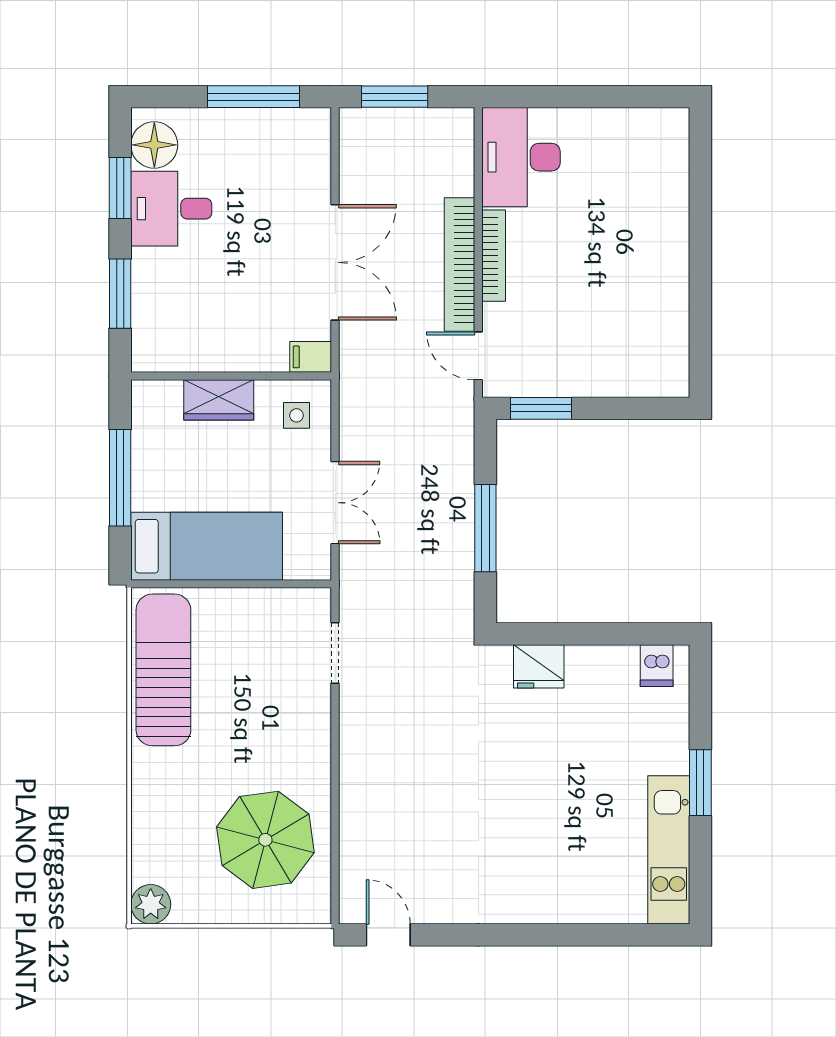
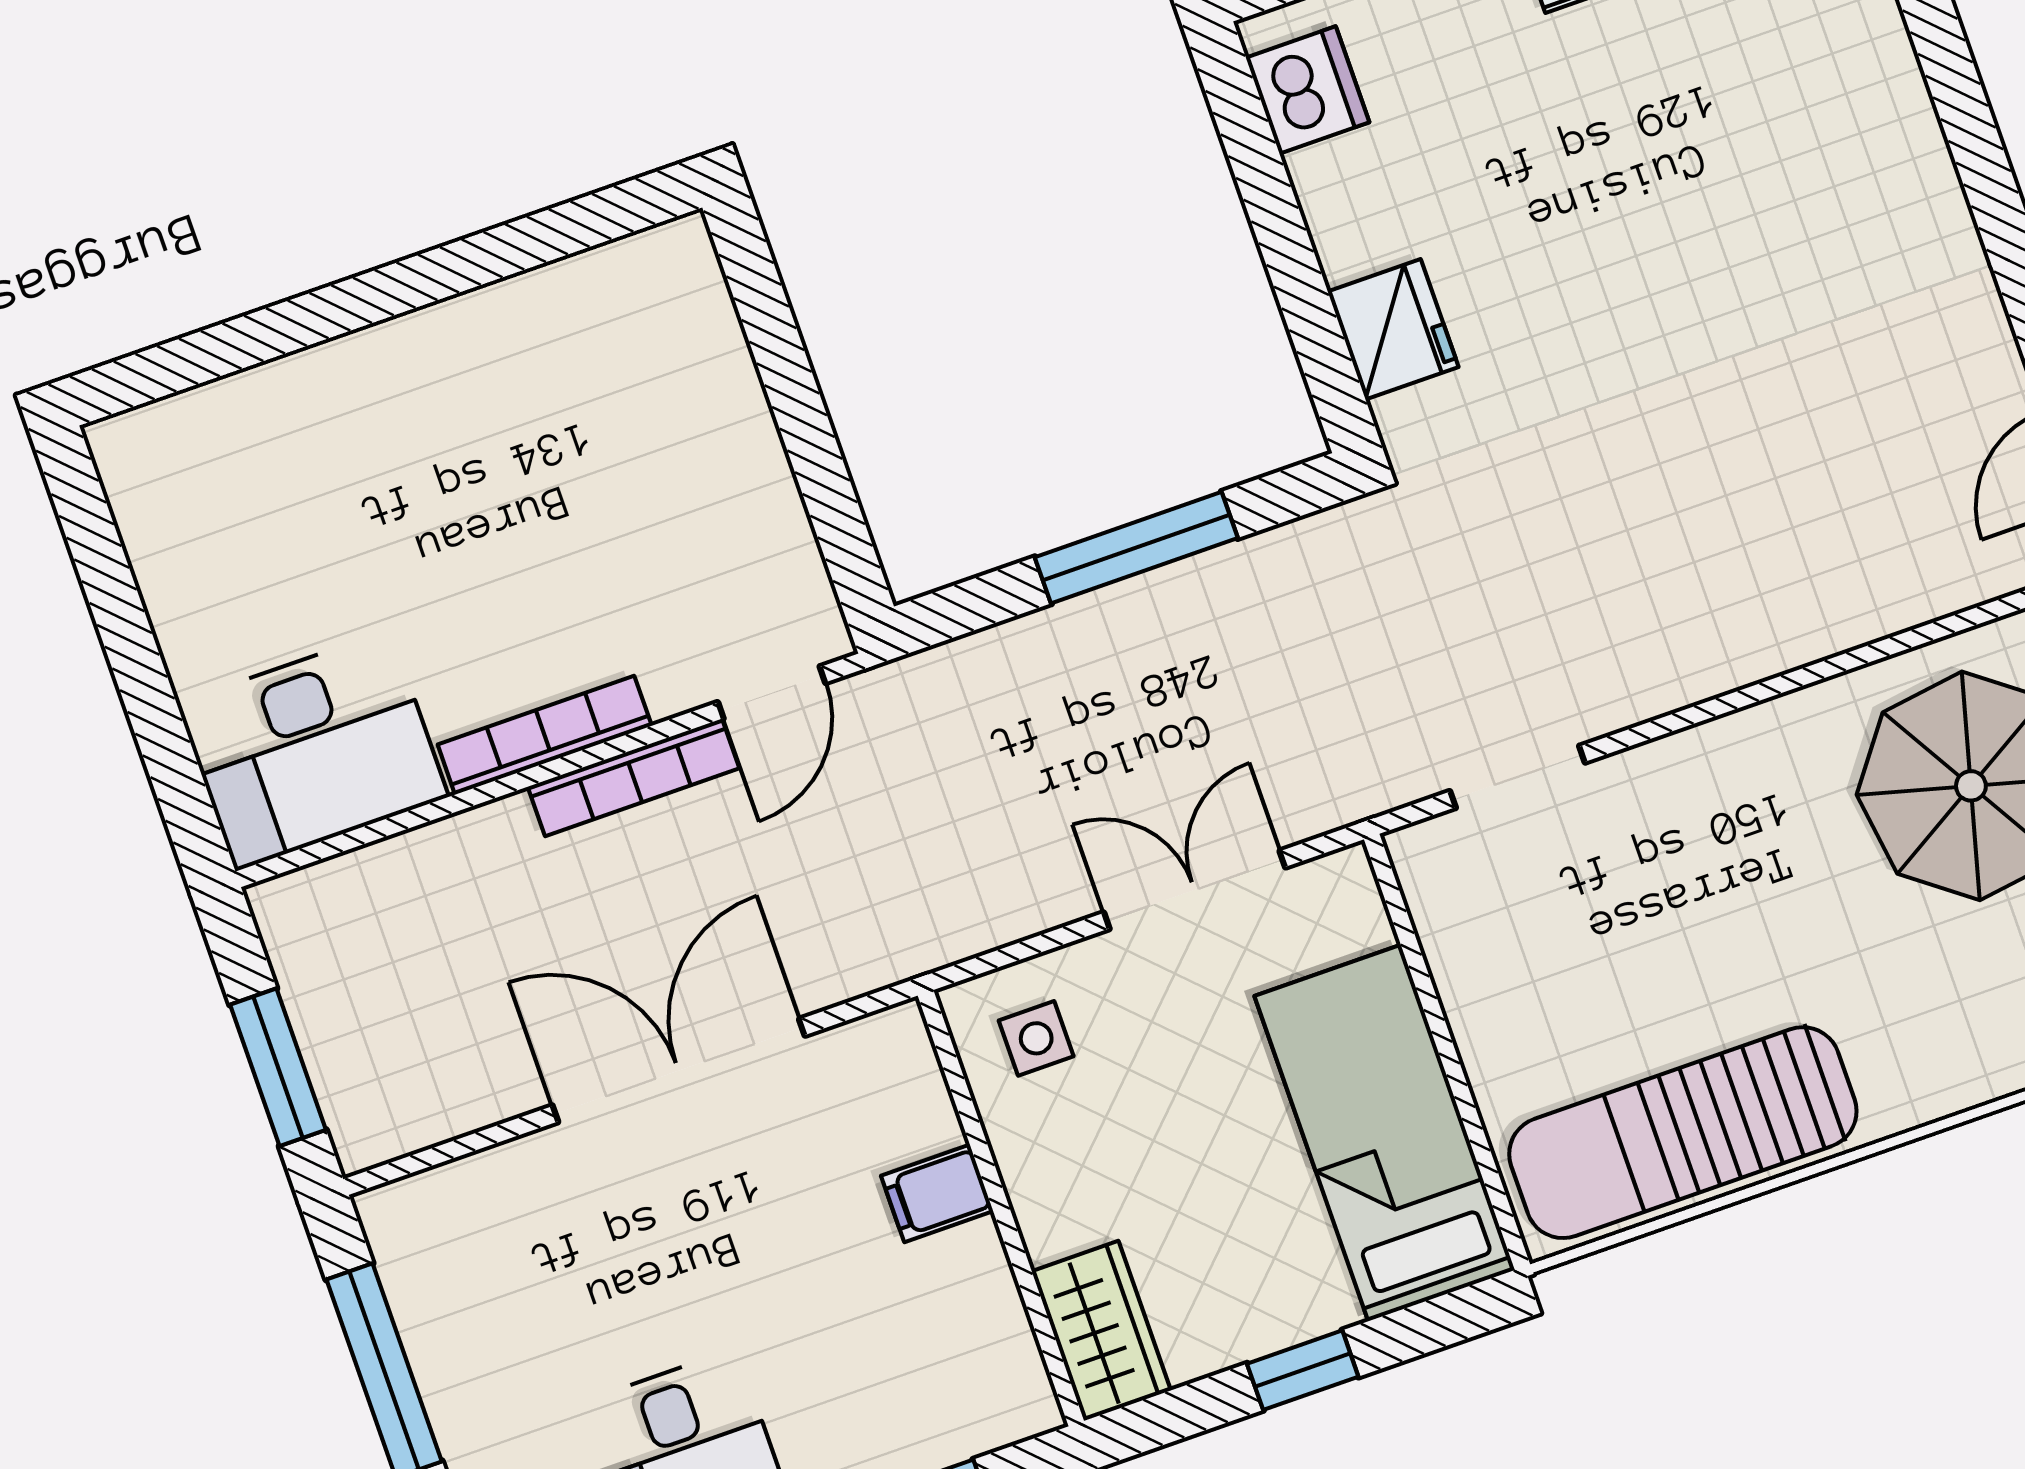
bookcase: (460, 265) -> (633, 778), width x0.68, depth x0.76
filing cabinet: (311, 357) -> (937, 1193), moved, turned 90
wardrobe: (219, 400) -> (1101, 1331), moved
window: (541, 408) -> (837, 519), removed
window: (120, 478) -> (1303, 1370), width x0.46
dishwasher: (657, 666) -> (1308, 90), width x1.38

